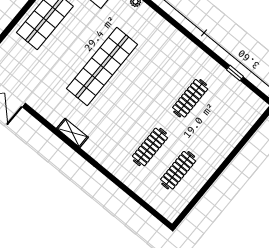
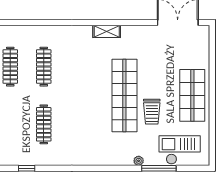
trolley: (90, 34) -> (152, 112), added

